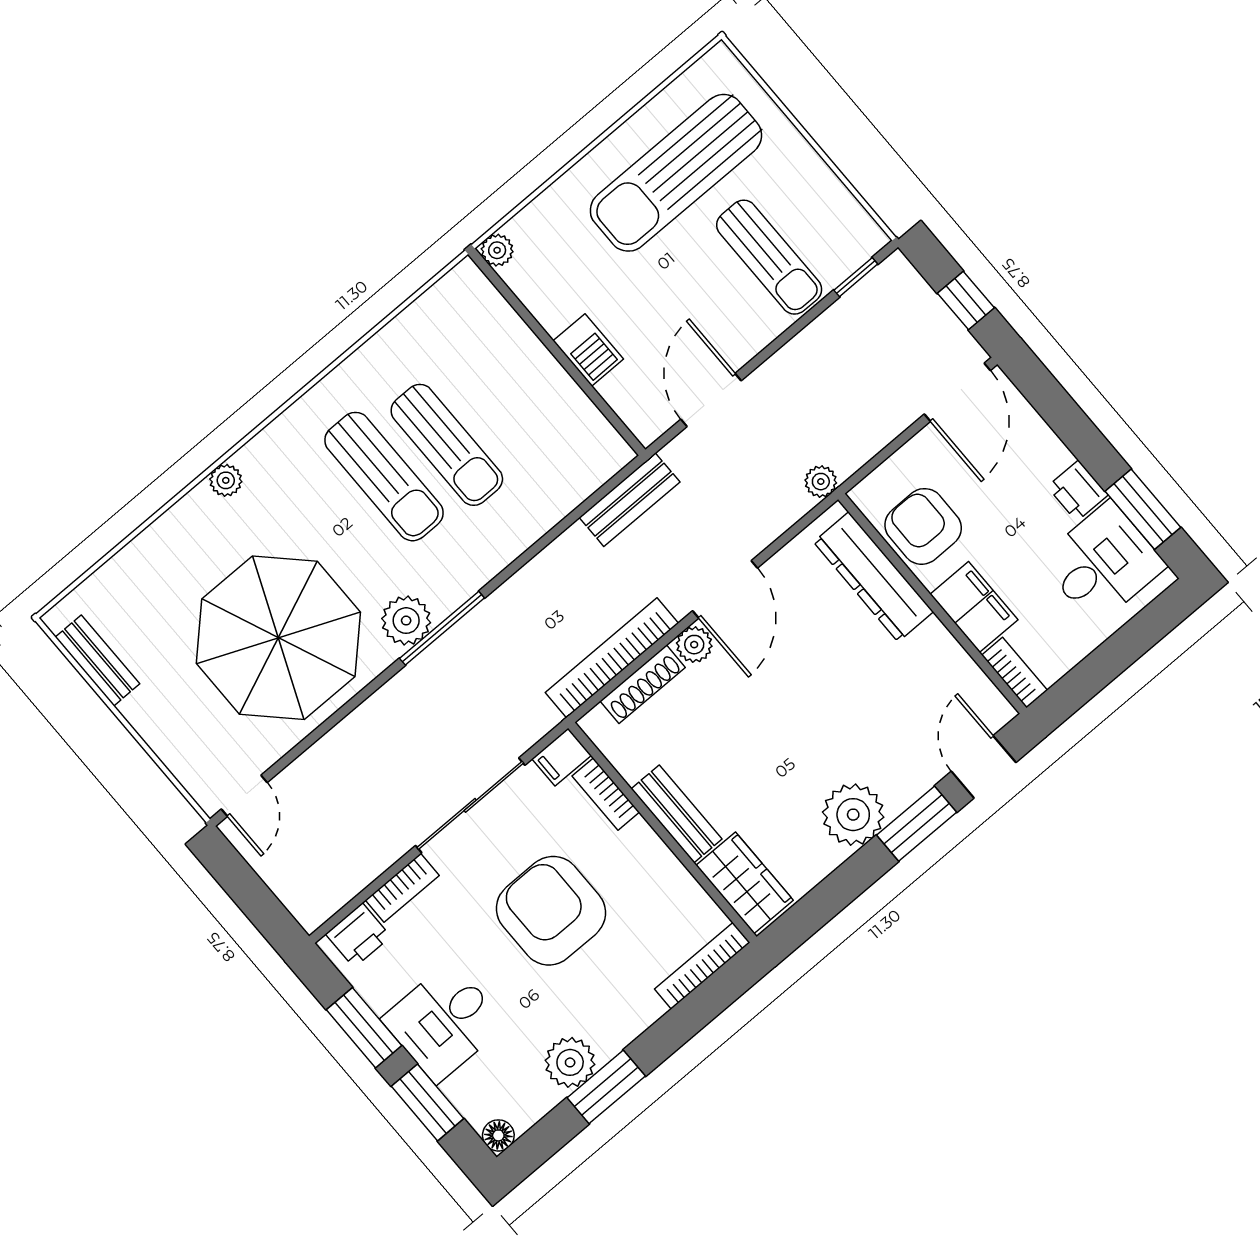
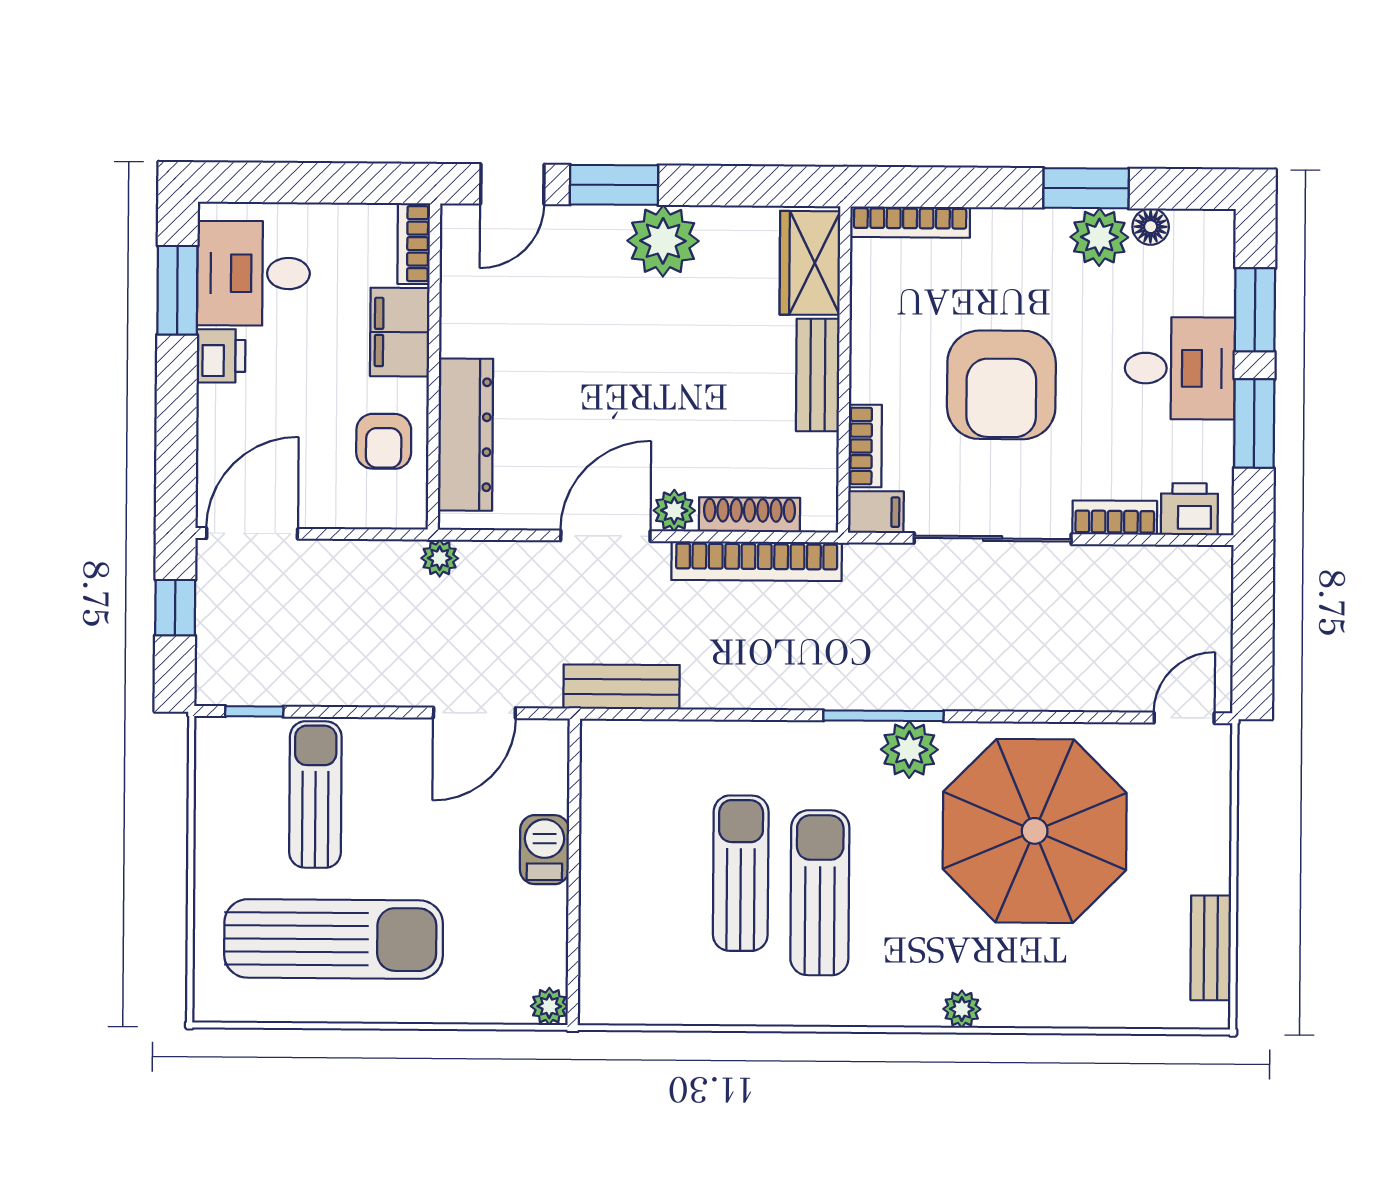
armchair: (923, 526) -> (384, 441), width x0.72, depth x0.72
floor lamp: (498, 1135) -> (1151, 227), moved

